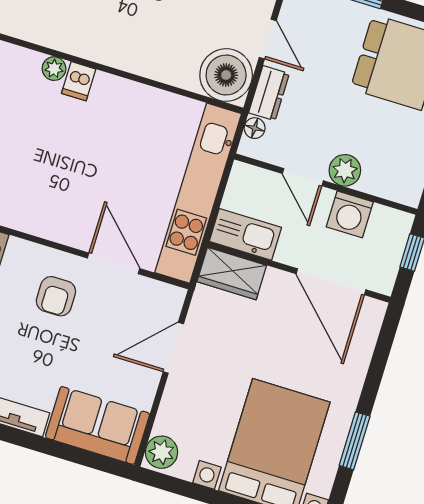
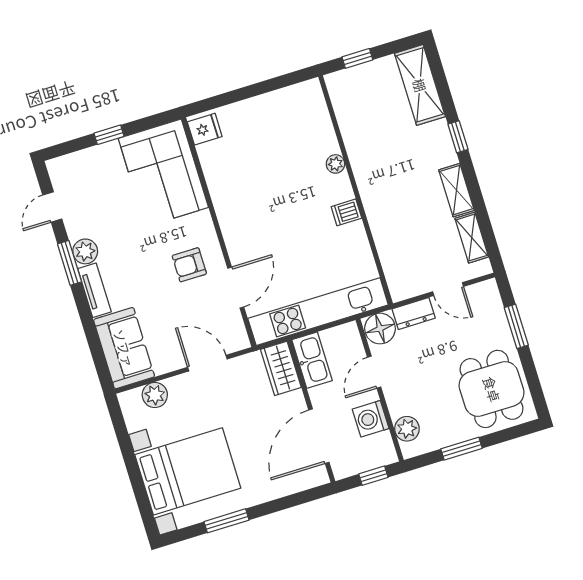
door: (268, 39) -> (448, 289), hinge flipped
boiler: (226, 75) -> (407, 278), removed
dishwasher: (79, 81) -> (346, 212), moved
floor lamp: (255, 128) -> (380, 329), width x1.89, depth x1.89
plant: (345, 170) -> (407, 429), moved
plant: (162, 452) -> (155, 395), moved

